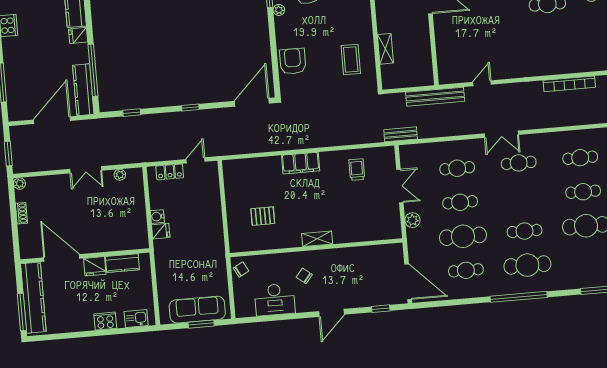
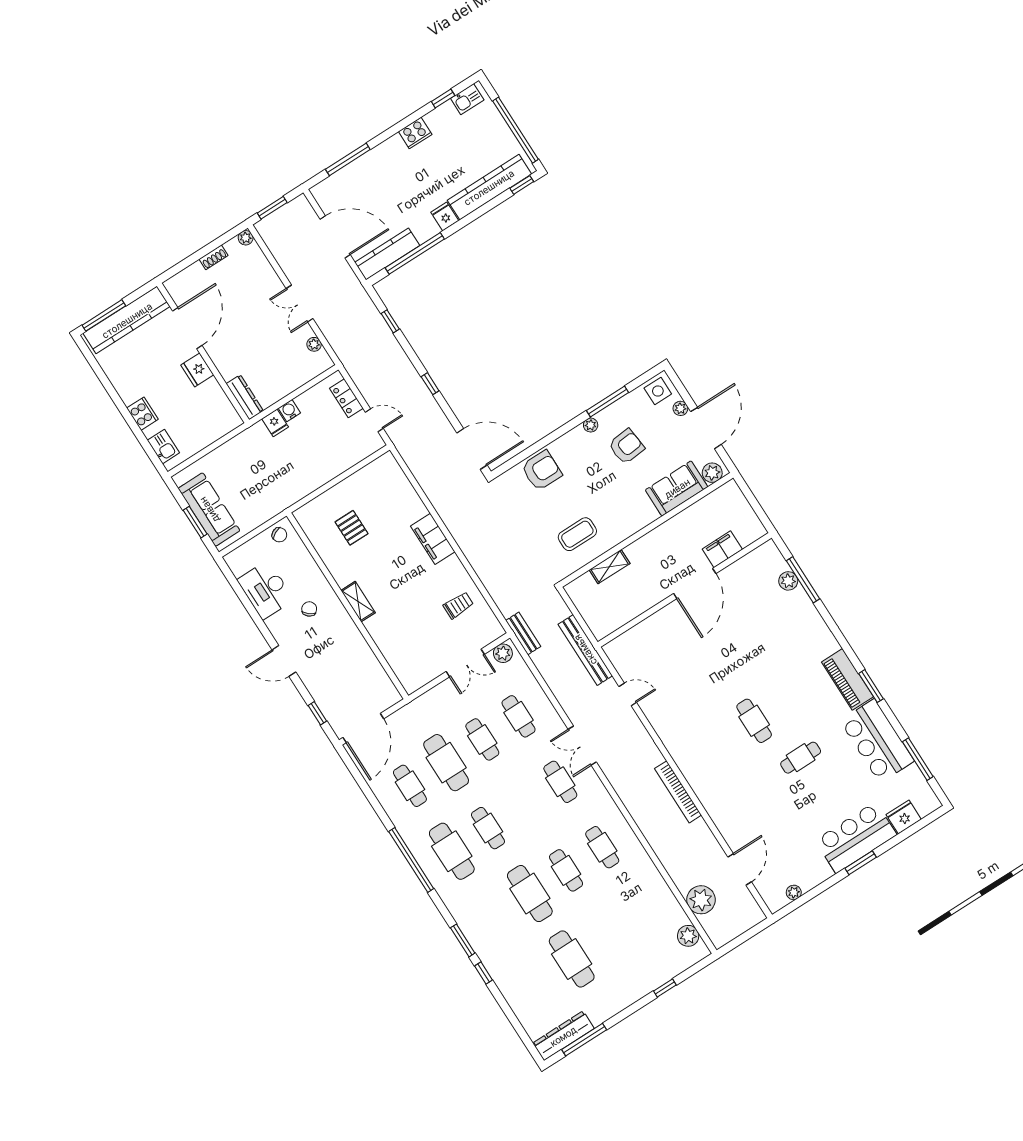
plant: (412, 220) -> (503, 653), moved
dresser: (131, 243) -> (245, 397), added
kitchen counter: (122, 263) -> (217, 399), removed

